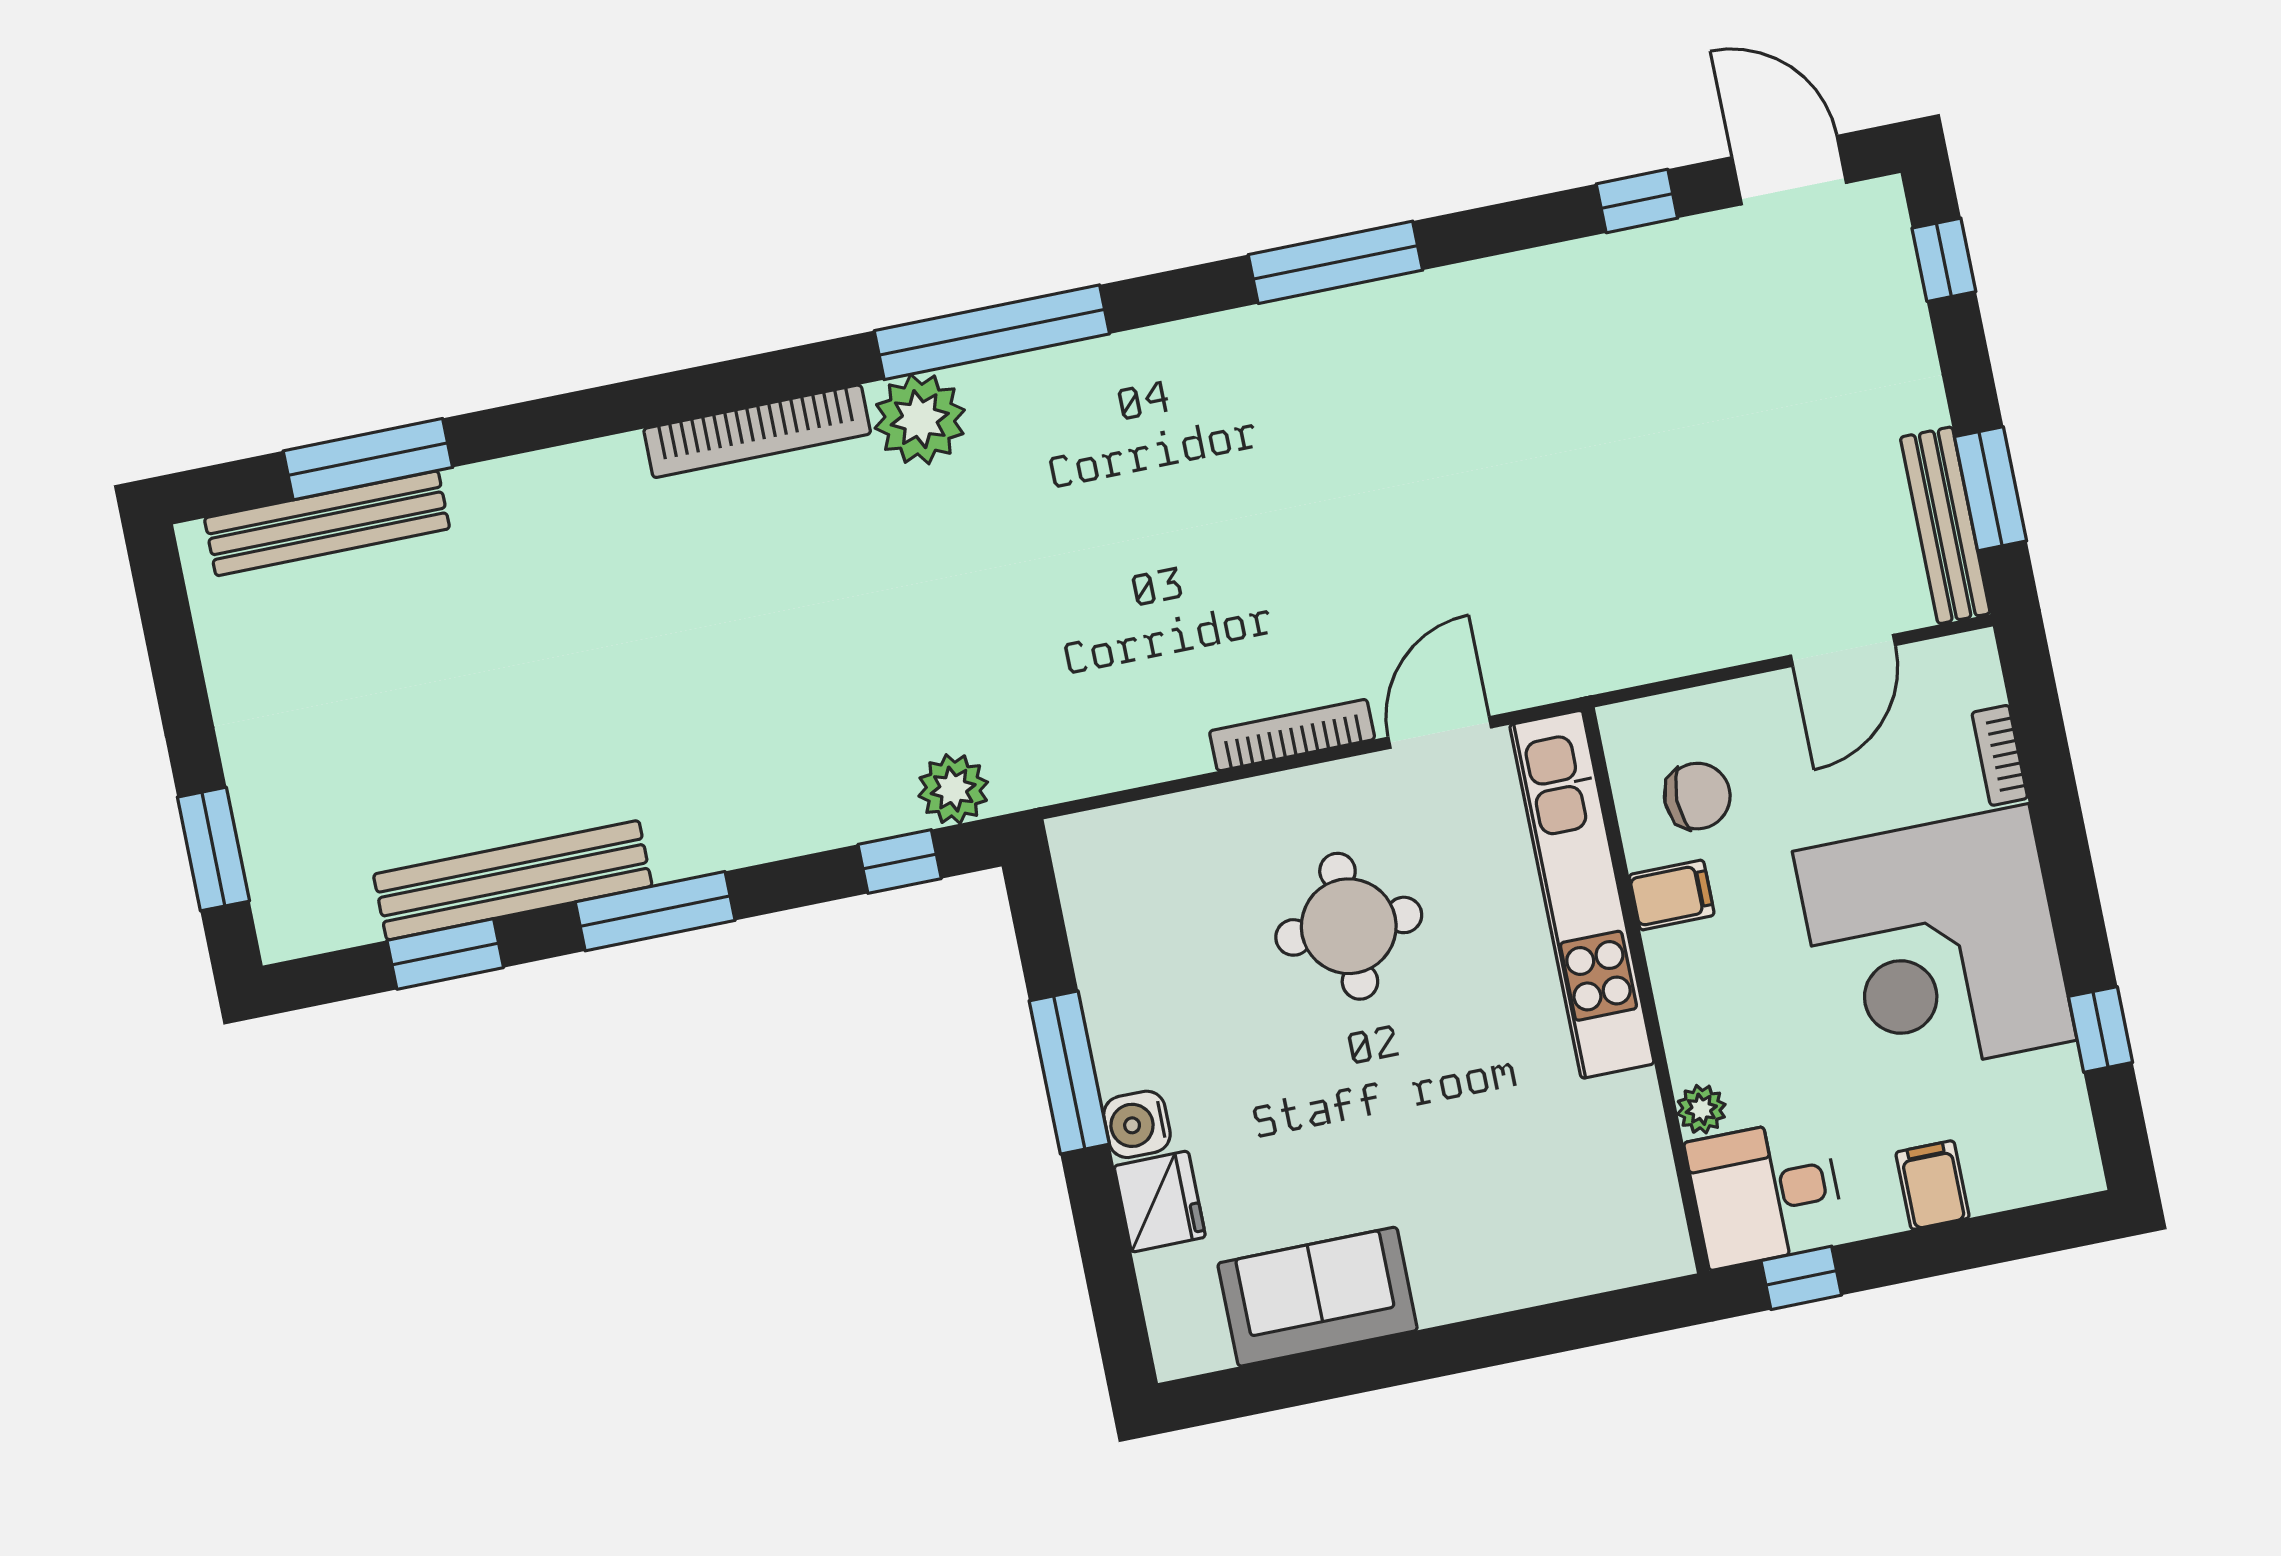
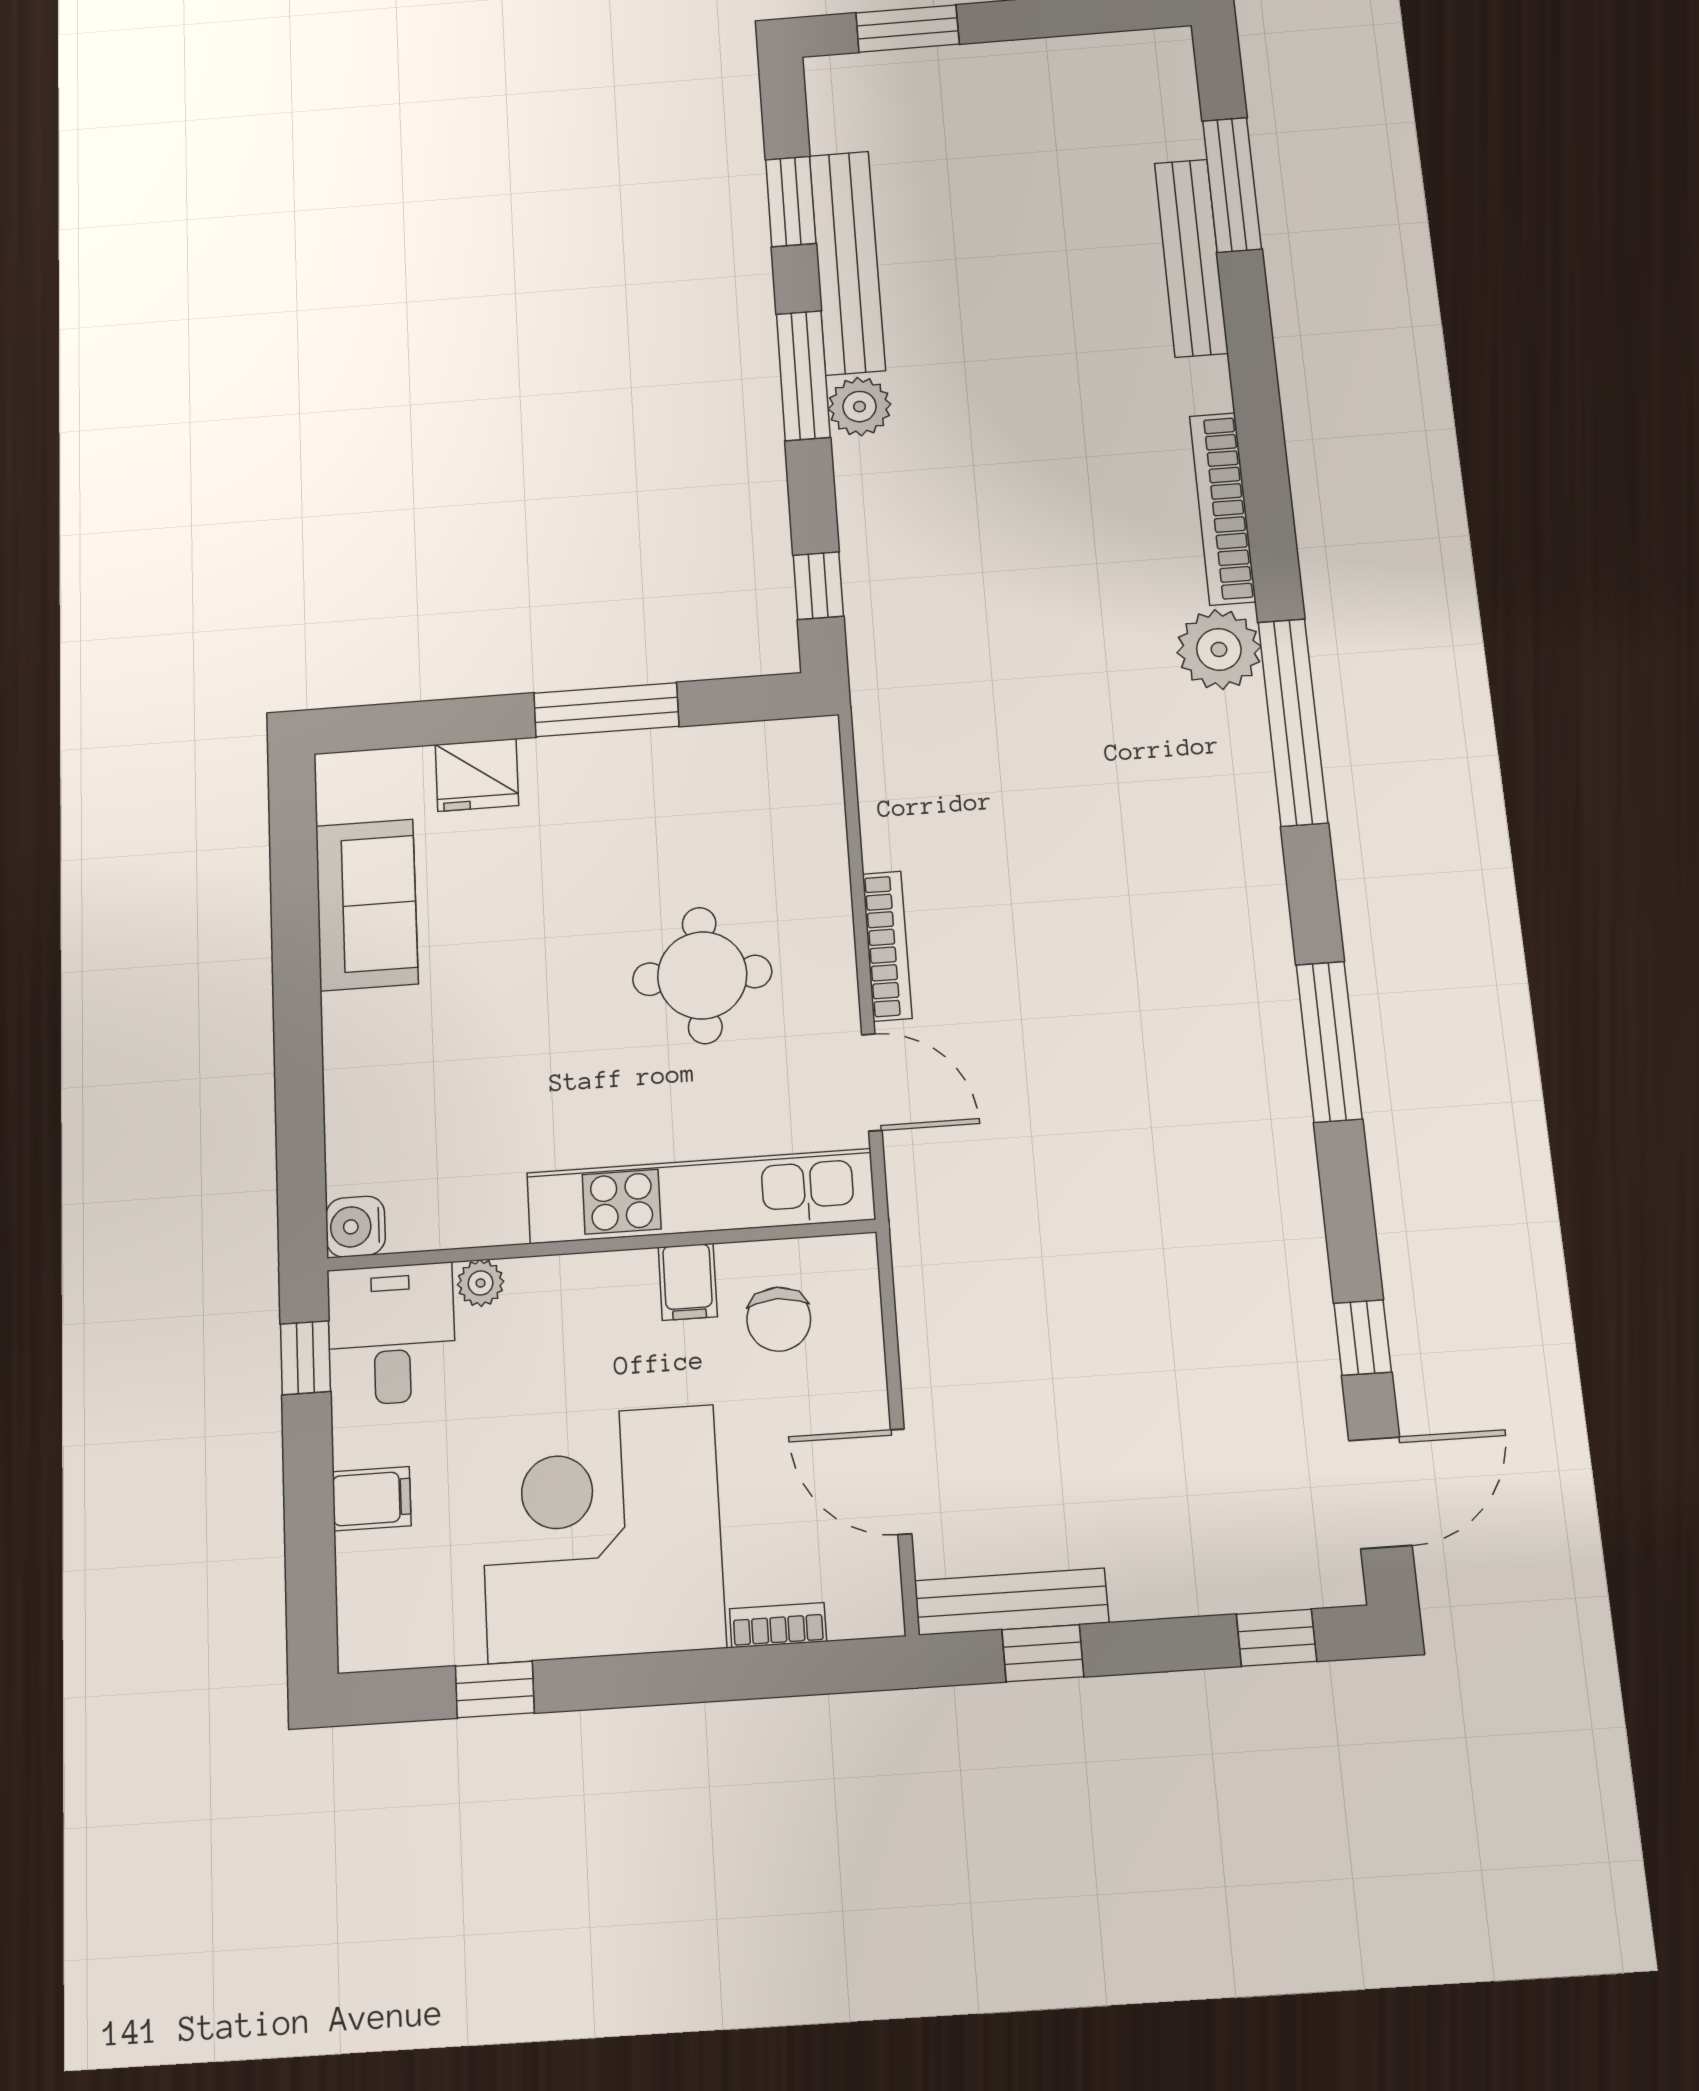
window: (1990, 489) -> (1043, 1653), width x0.67
bench: (327, 523) -> (1191, 258), moved
plant: (953, 789) -> (859, 407), moved
water cooler: (1137, 1124) -> (355, 1227), moved, turned -90

